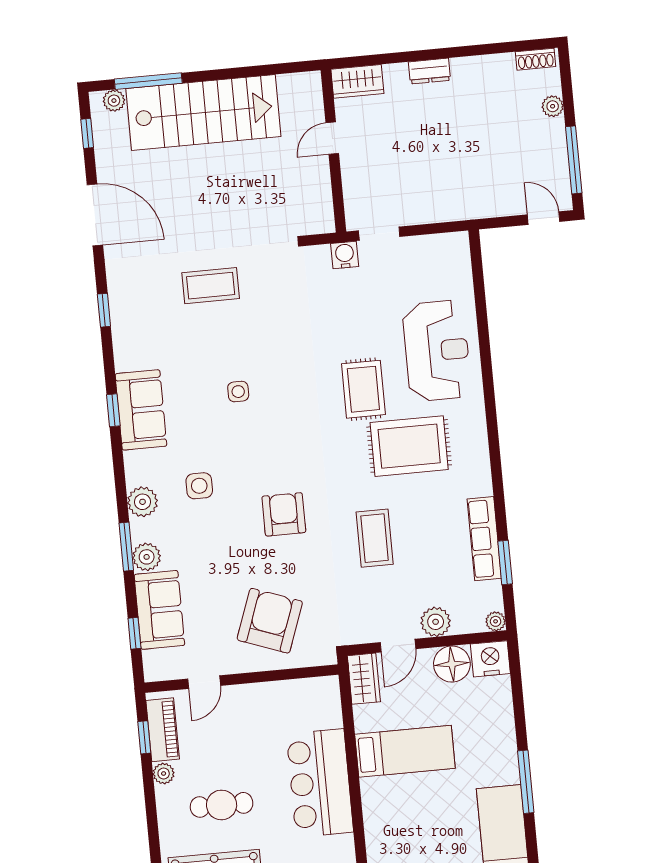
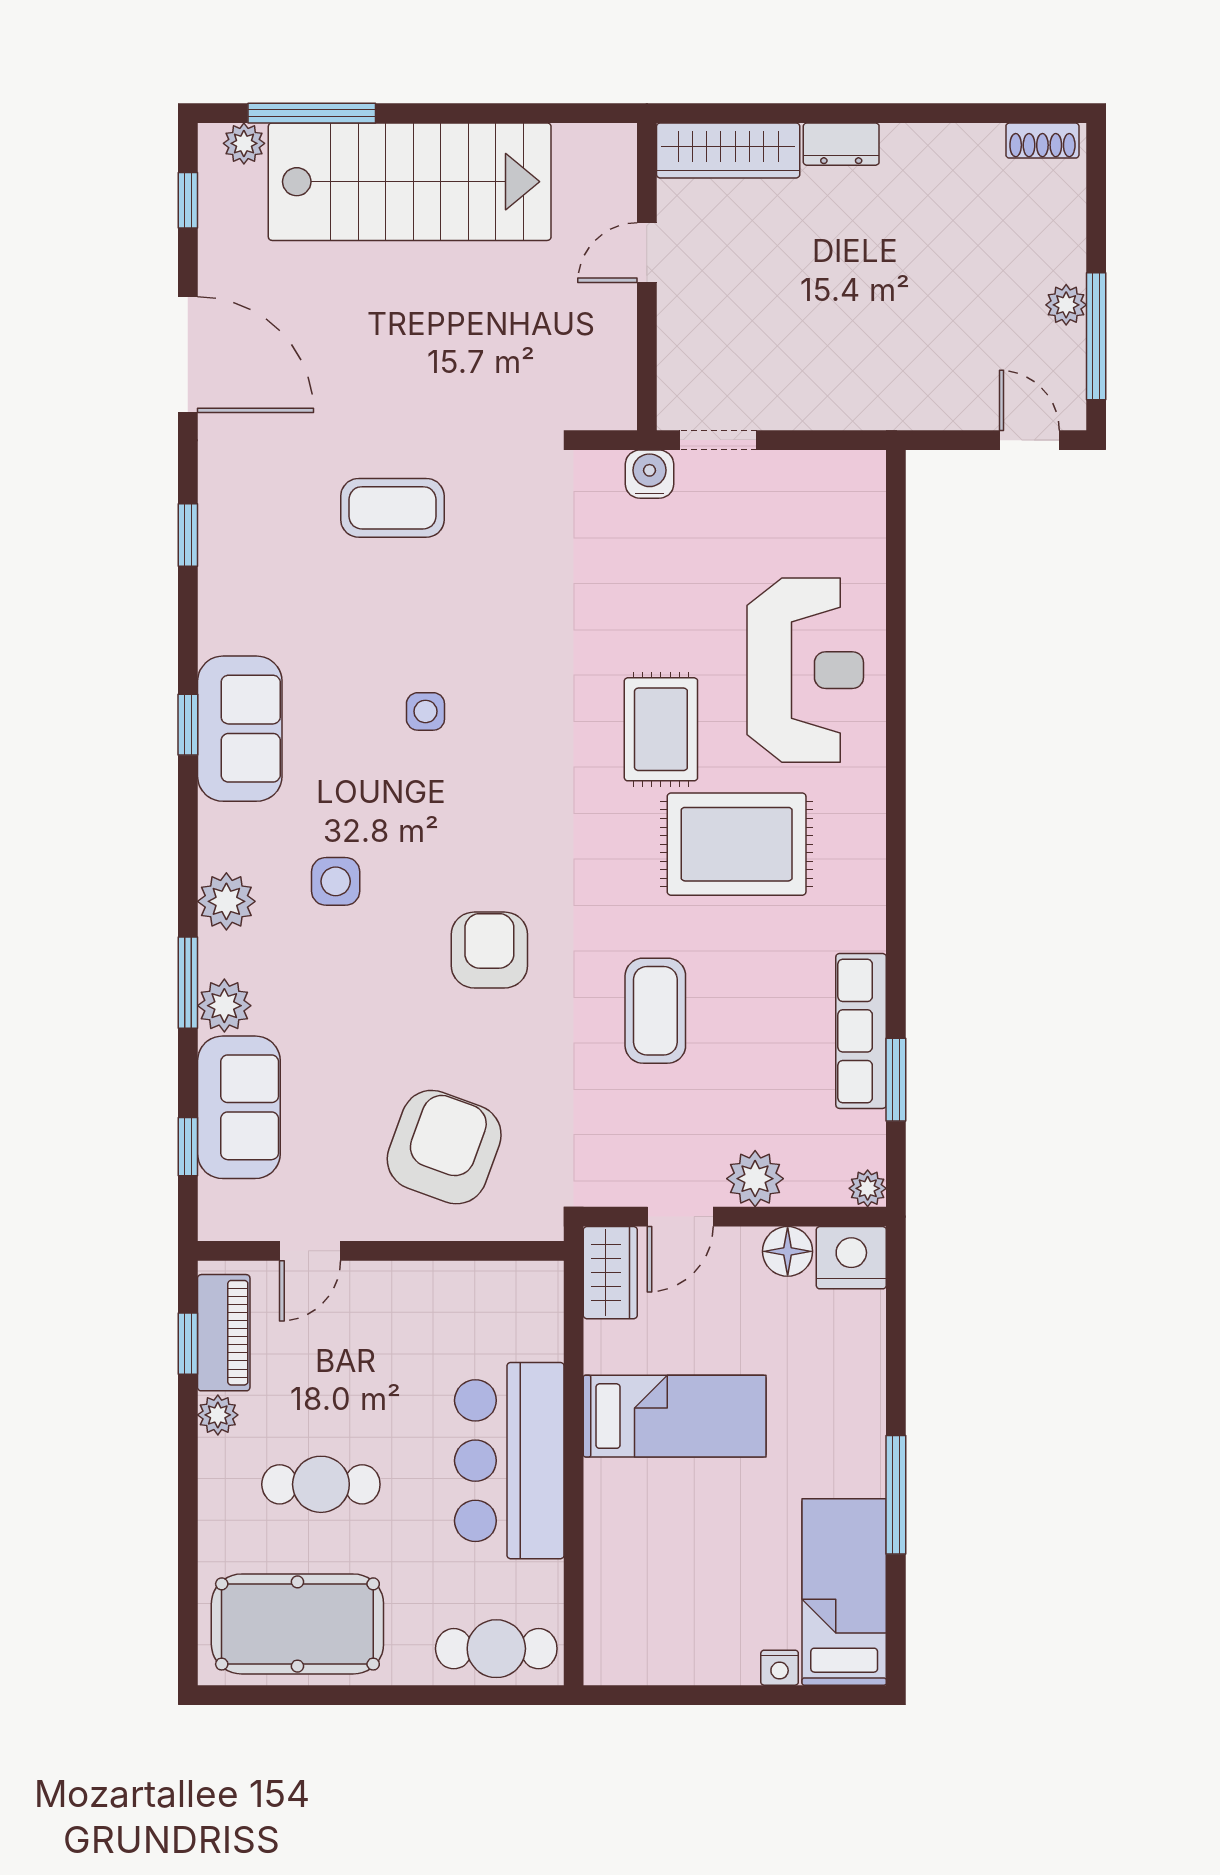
wardrobe: (357, 81) -> (728, 150), width x1.50
plant: (553, 106) -> (1066, 305), moved
floor lamp: (452, 664) -> (788, 1251), width x0.73, depth x0.73

